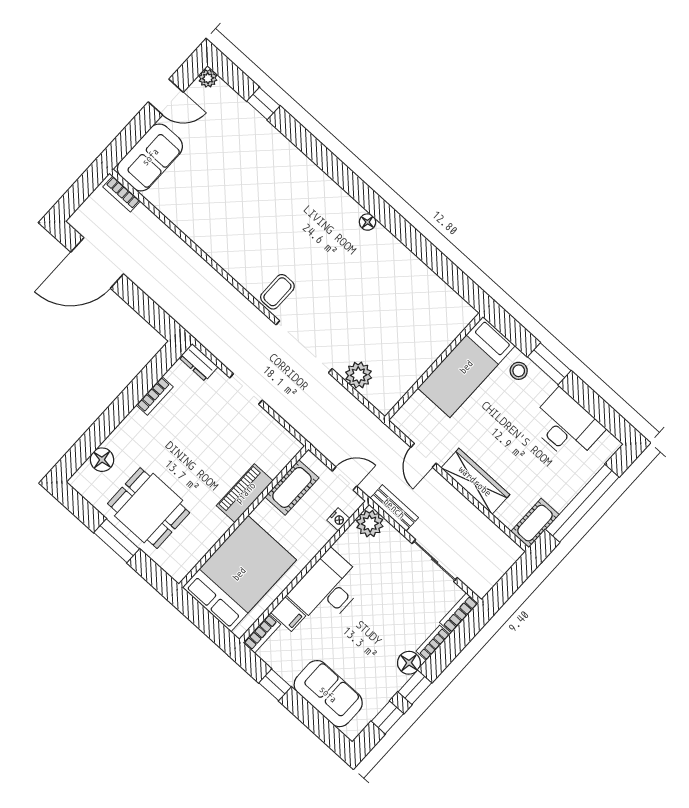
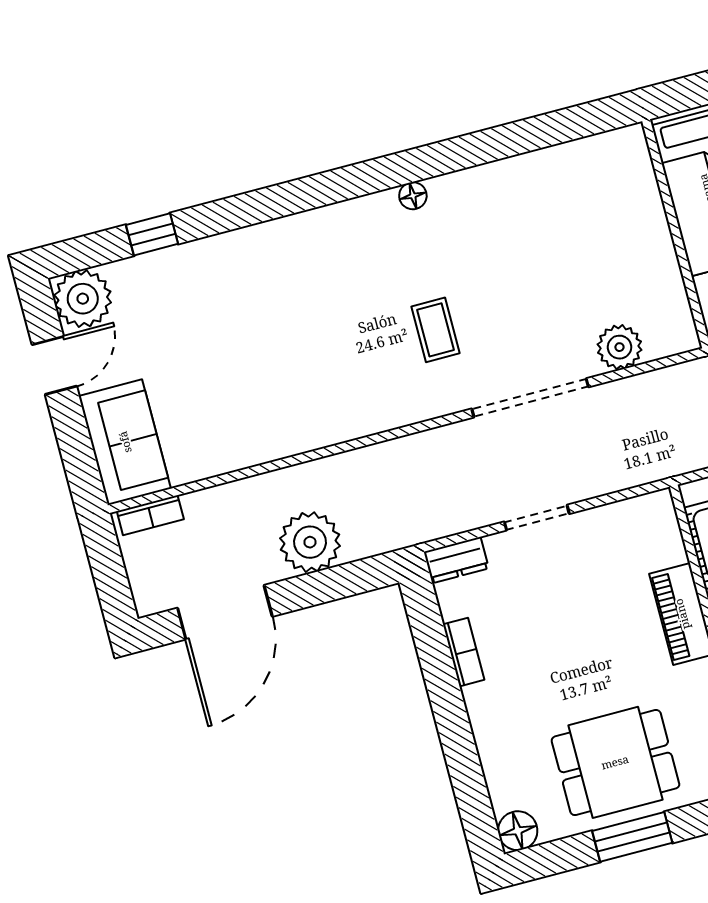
plant: (208, 78) -> (83, 299), width x1.88, depth x1.88
plant: (160, 283) -> (310, 542), added
coffee table: (277, 292) -> (435, 330), moved
floor lamp: (102, 460) -> (518, 831), moved

